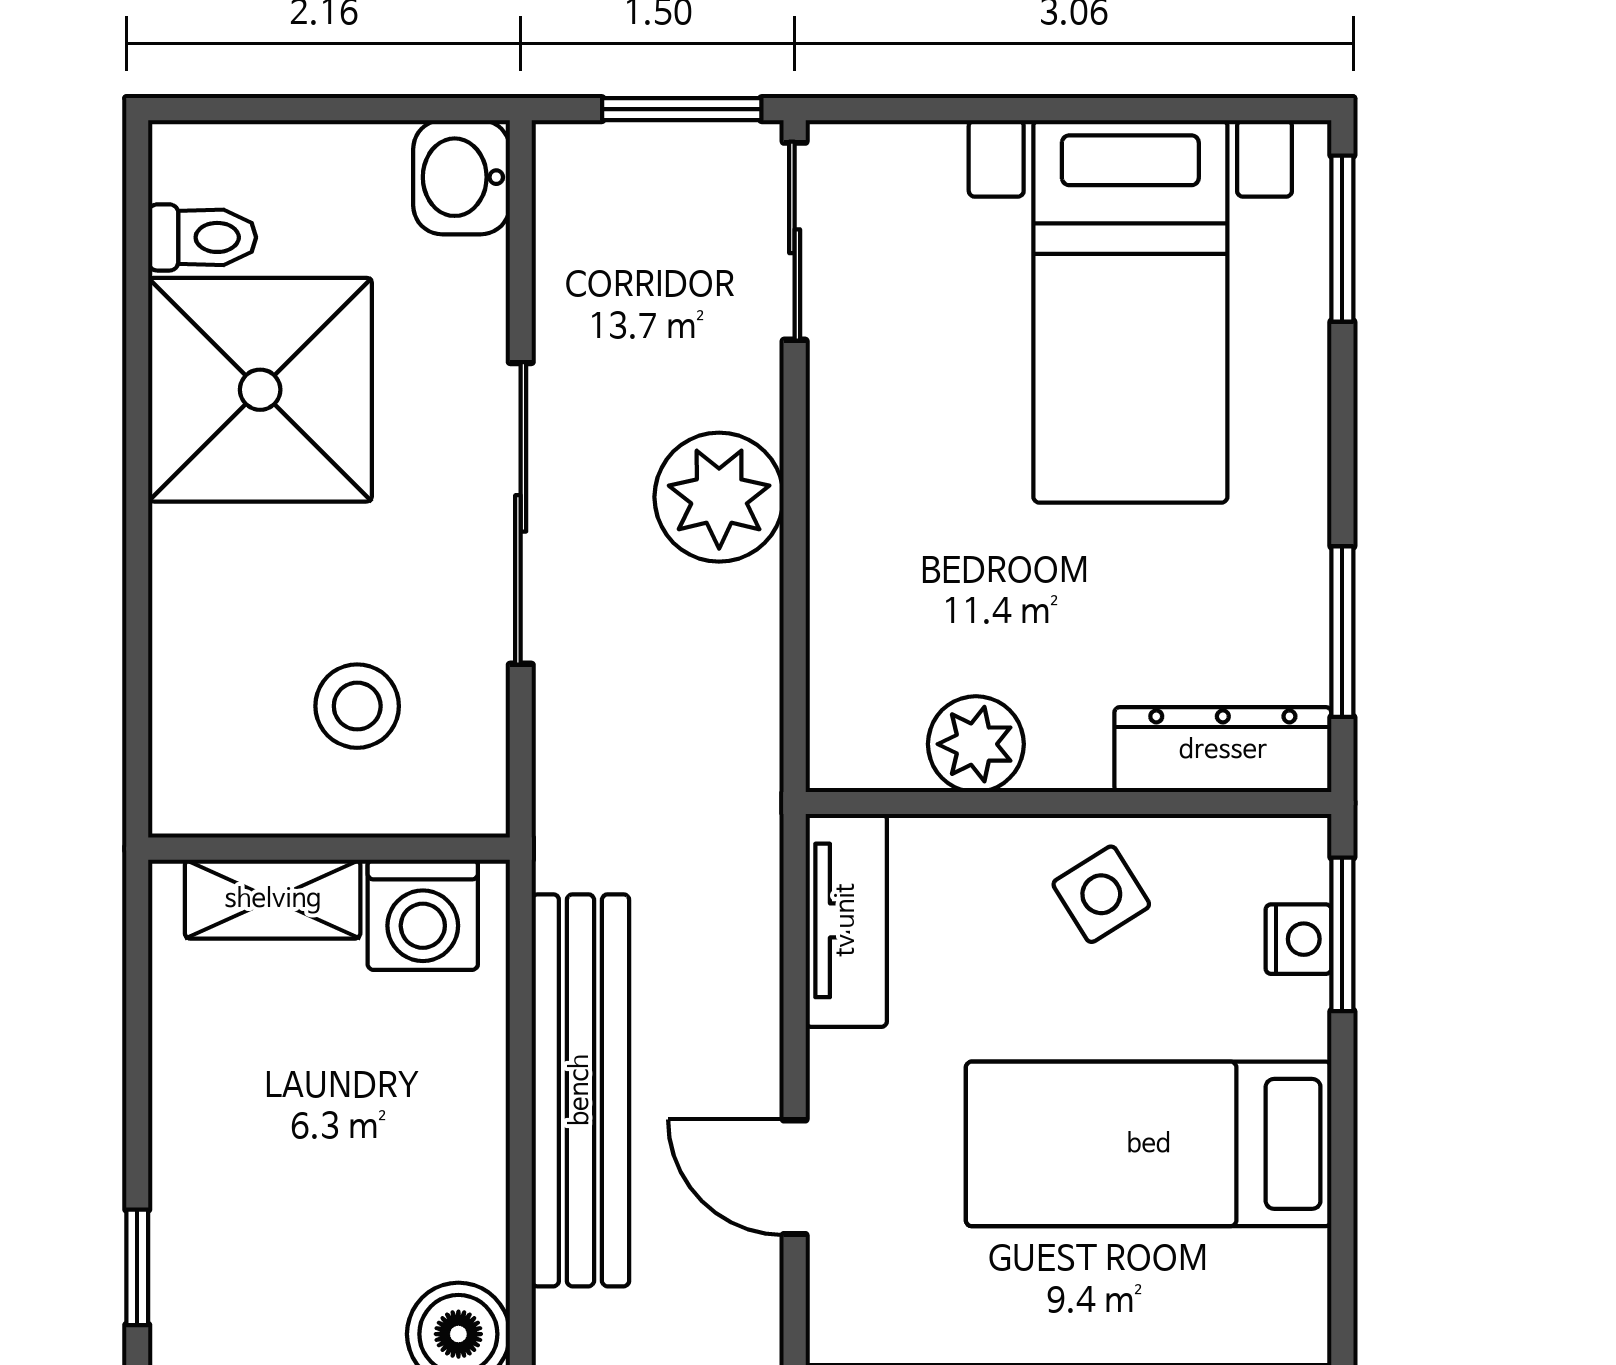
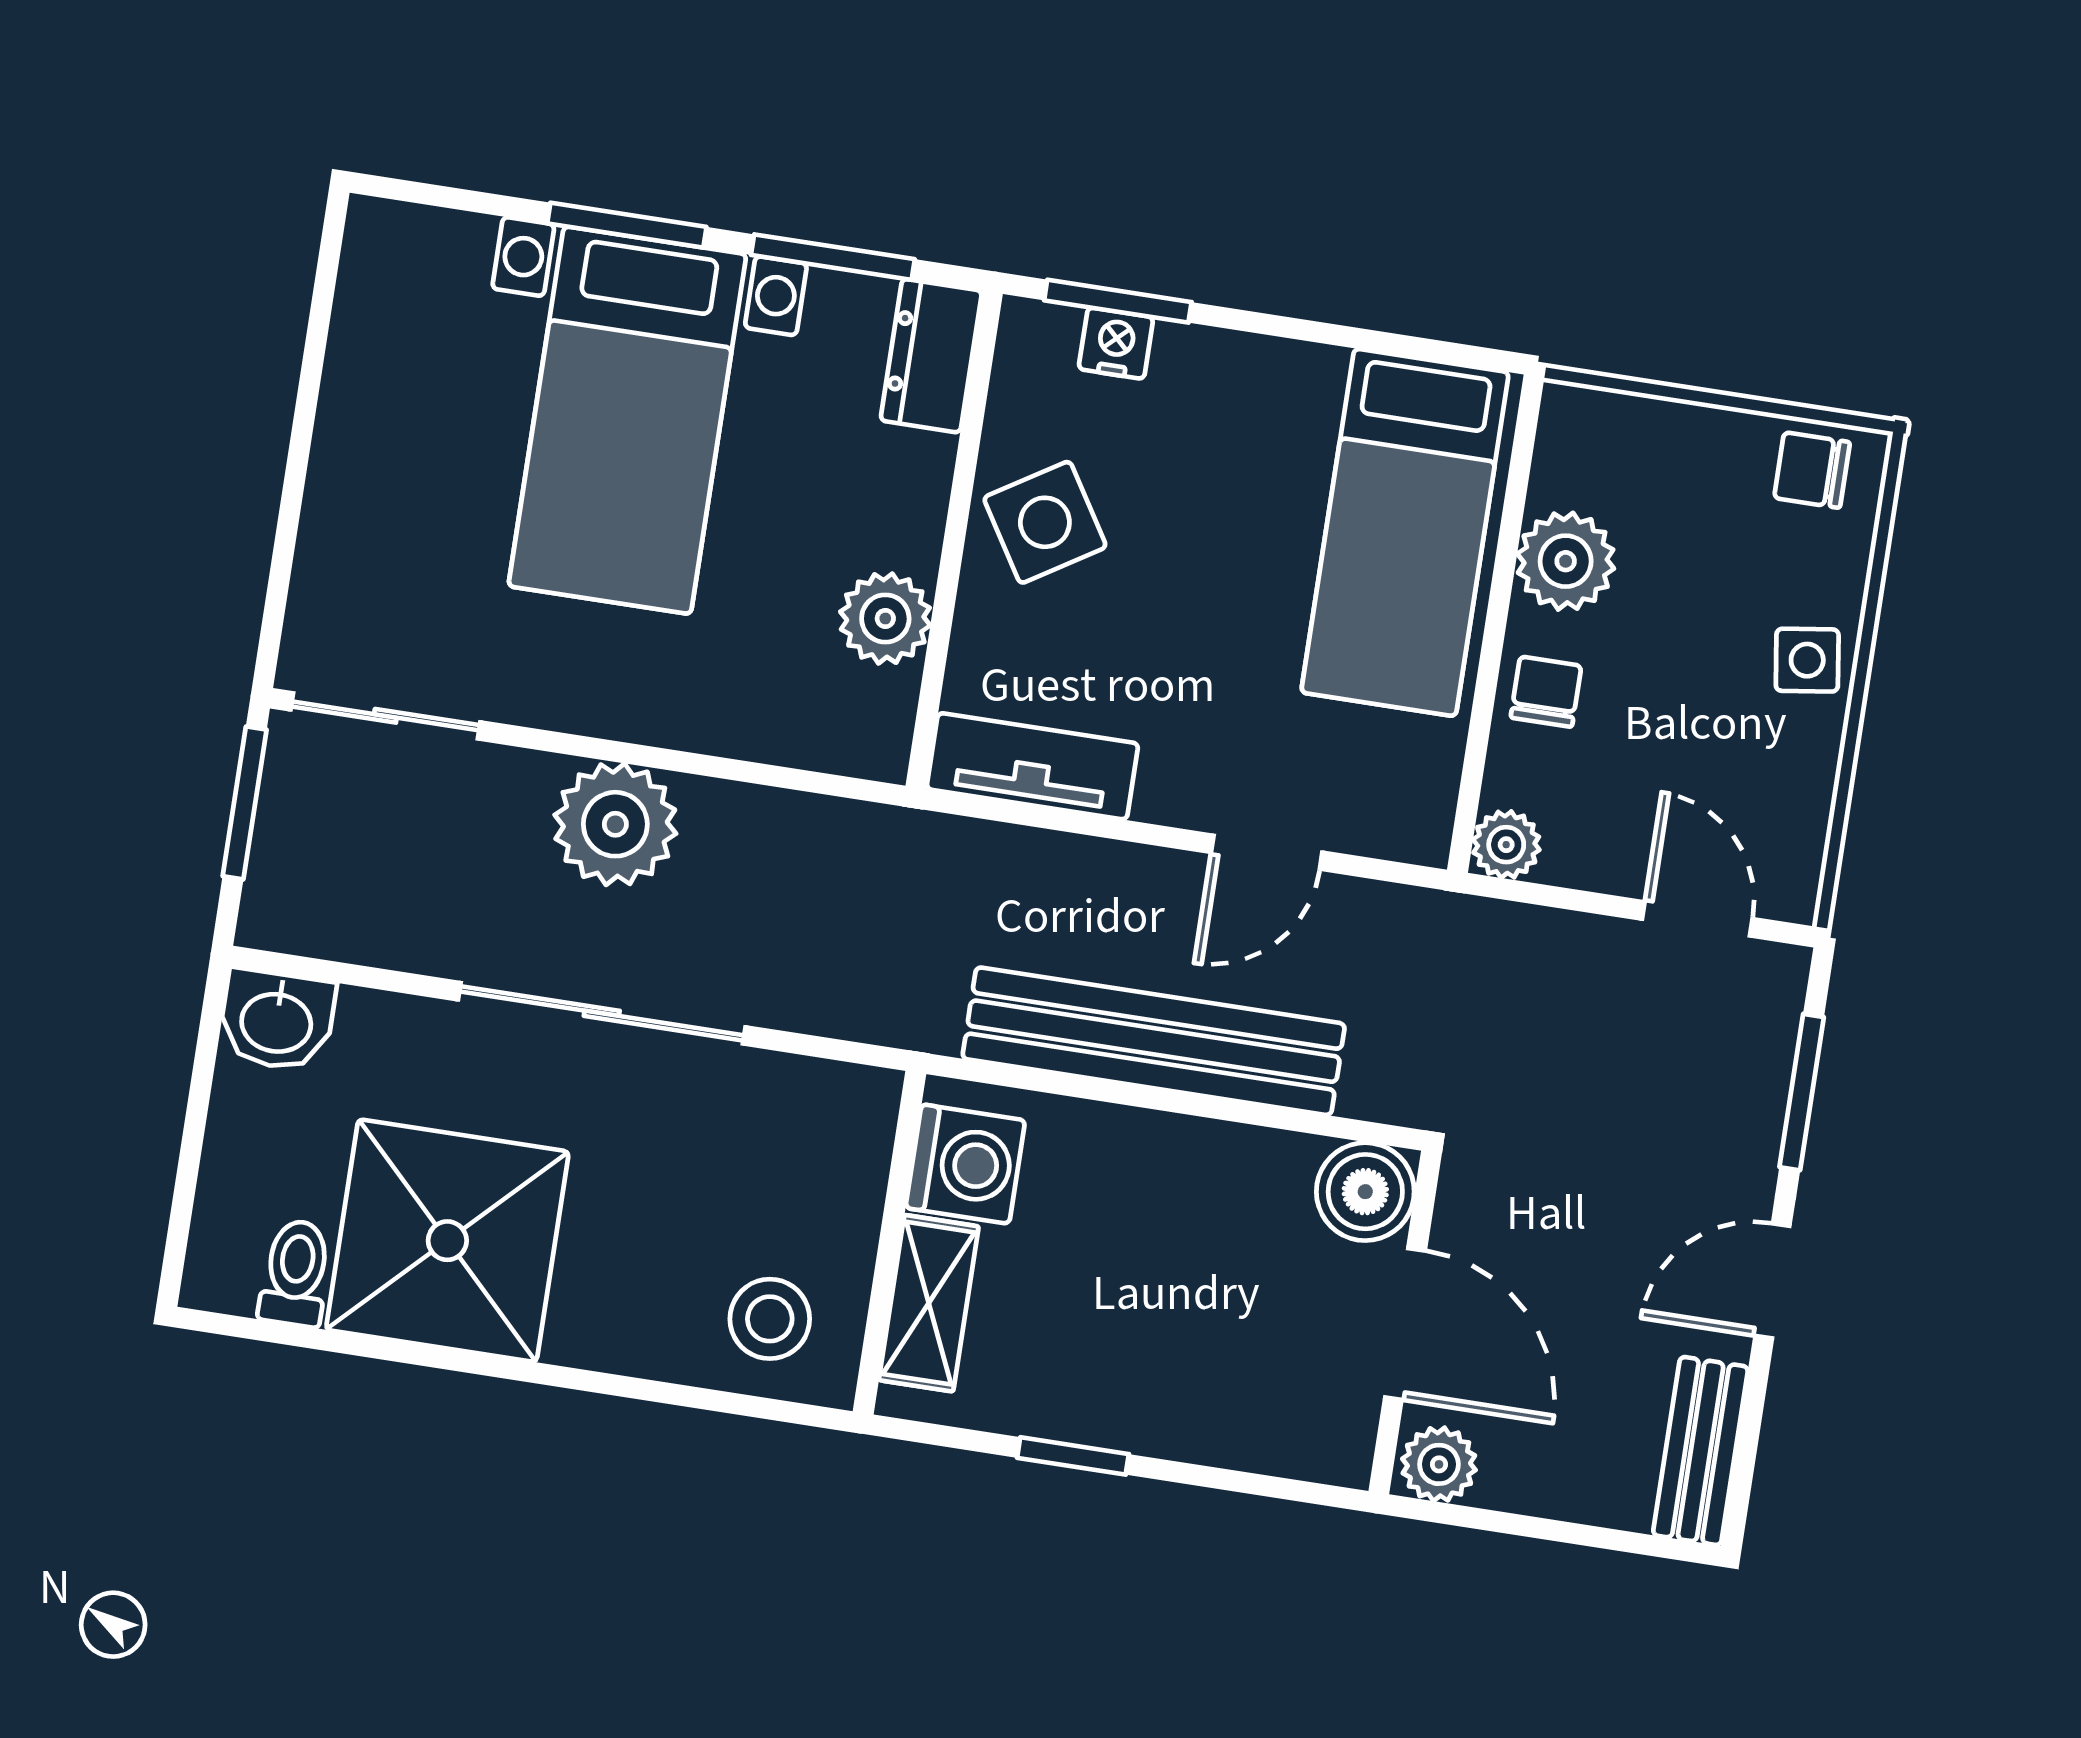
window: (1342, 239) -> (627, 225), moved
bed with nightstands: (1130, 311) -> (627, 420), moved, turned 90
stool: (357, 706) -> (770, 1319), moved
dresser: (1223, 750) -> (931, 356), width x0.70
side table: (1101, 894) -> (1045, 522), width x1.37, depth x1.37
bed: (1149, 1144) -> (1405, 532), moved
window: (137, 1267) -> (1073, 1456), moved

